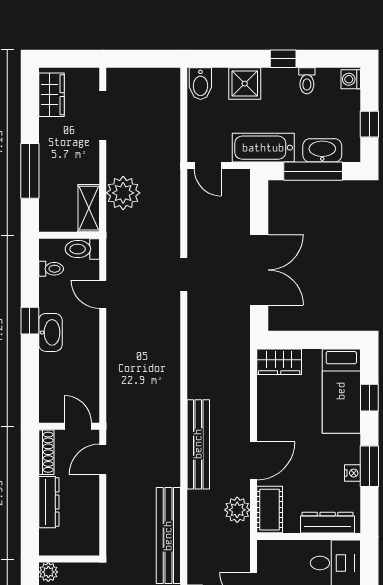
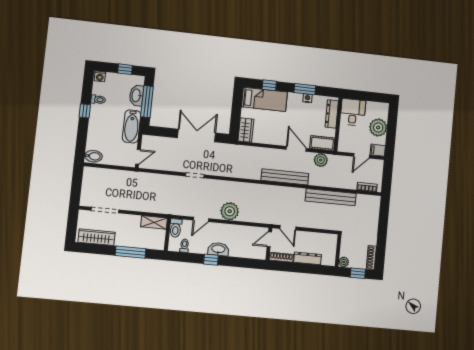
shower: (245, 84) -> (96, 133), removed
wardrobe: (51, 95) -> (96, 237), width x1.50
plant: (123, 193) -> (230, 211), moved

